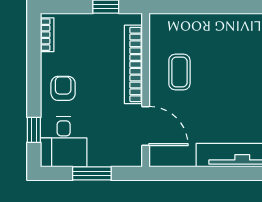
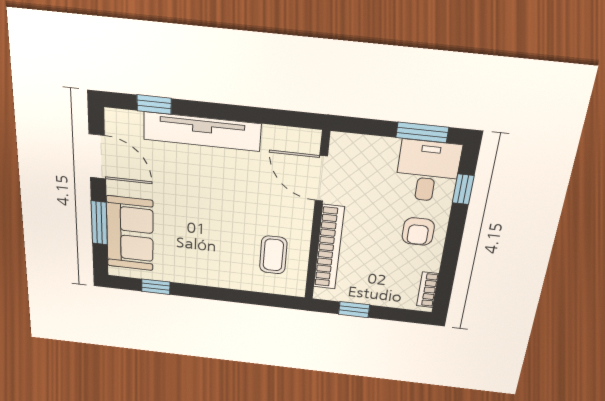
coffee table: (179, 72) -> (273, 255), moved
window: (92, 173) -> (422, 132), moved

